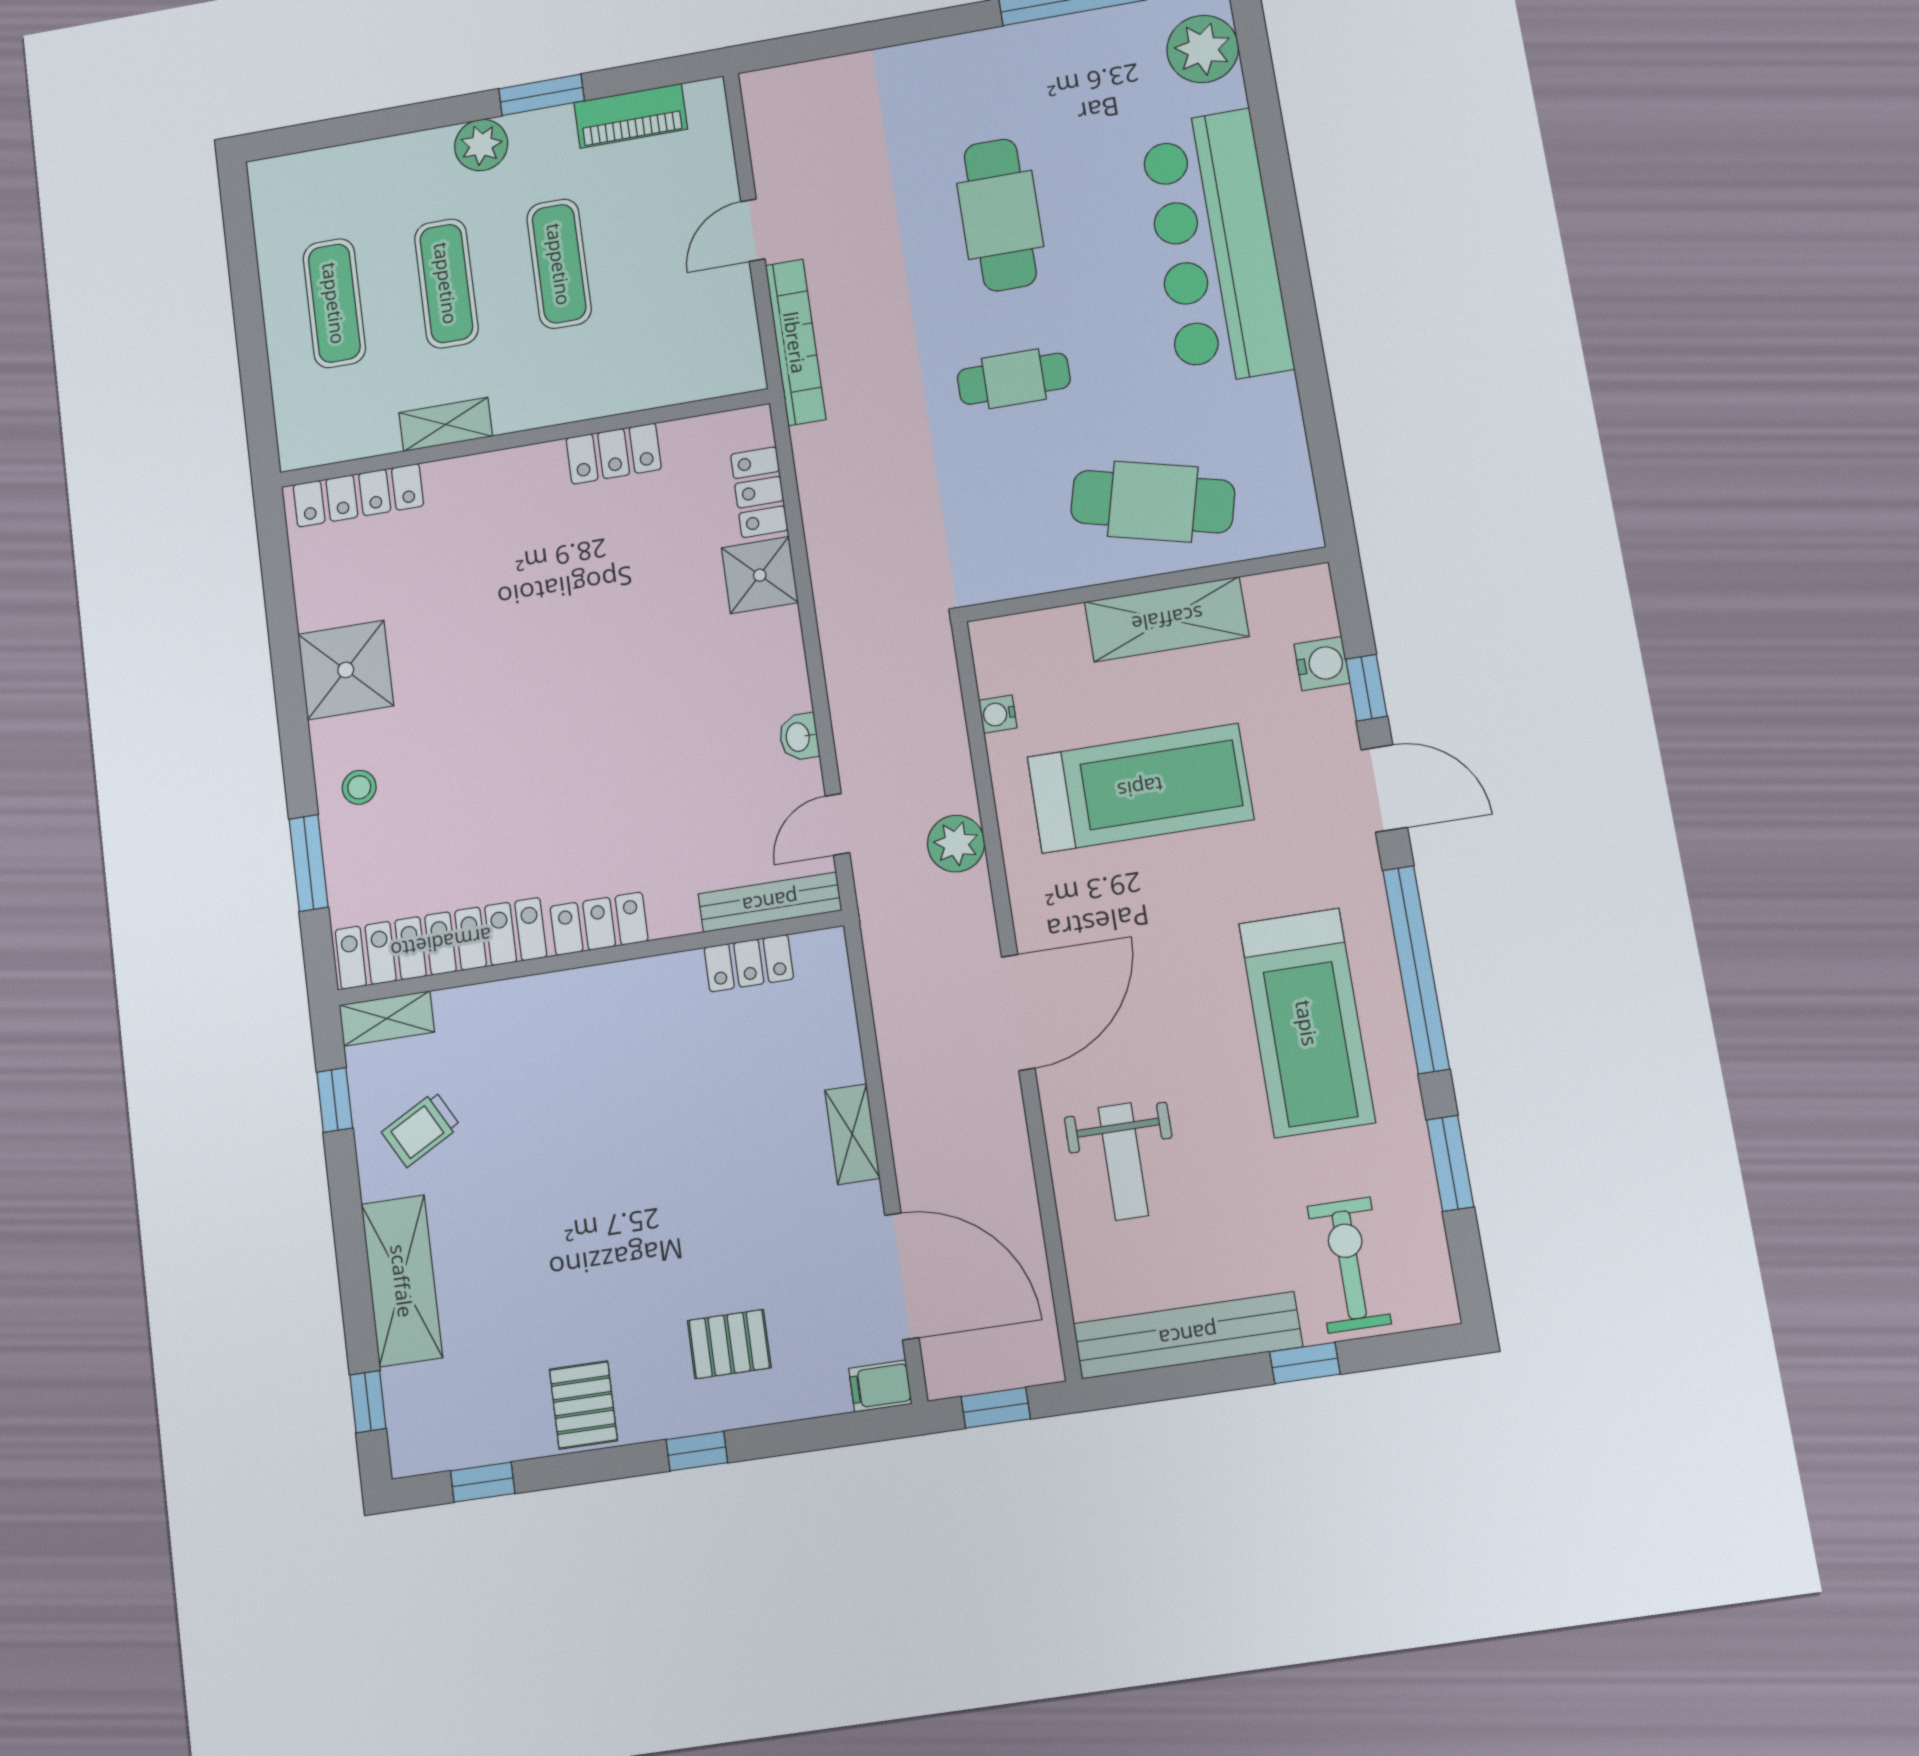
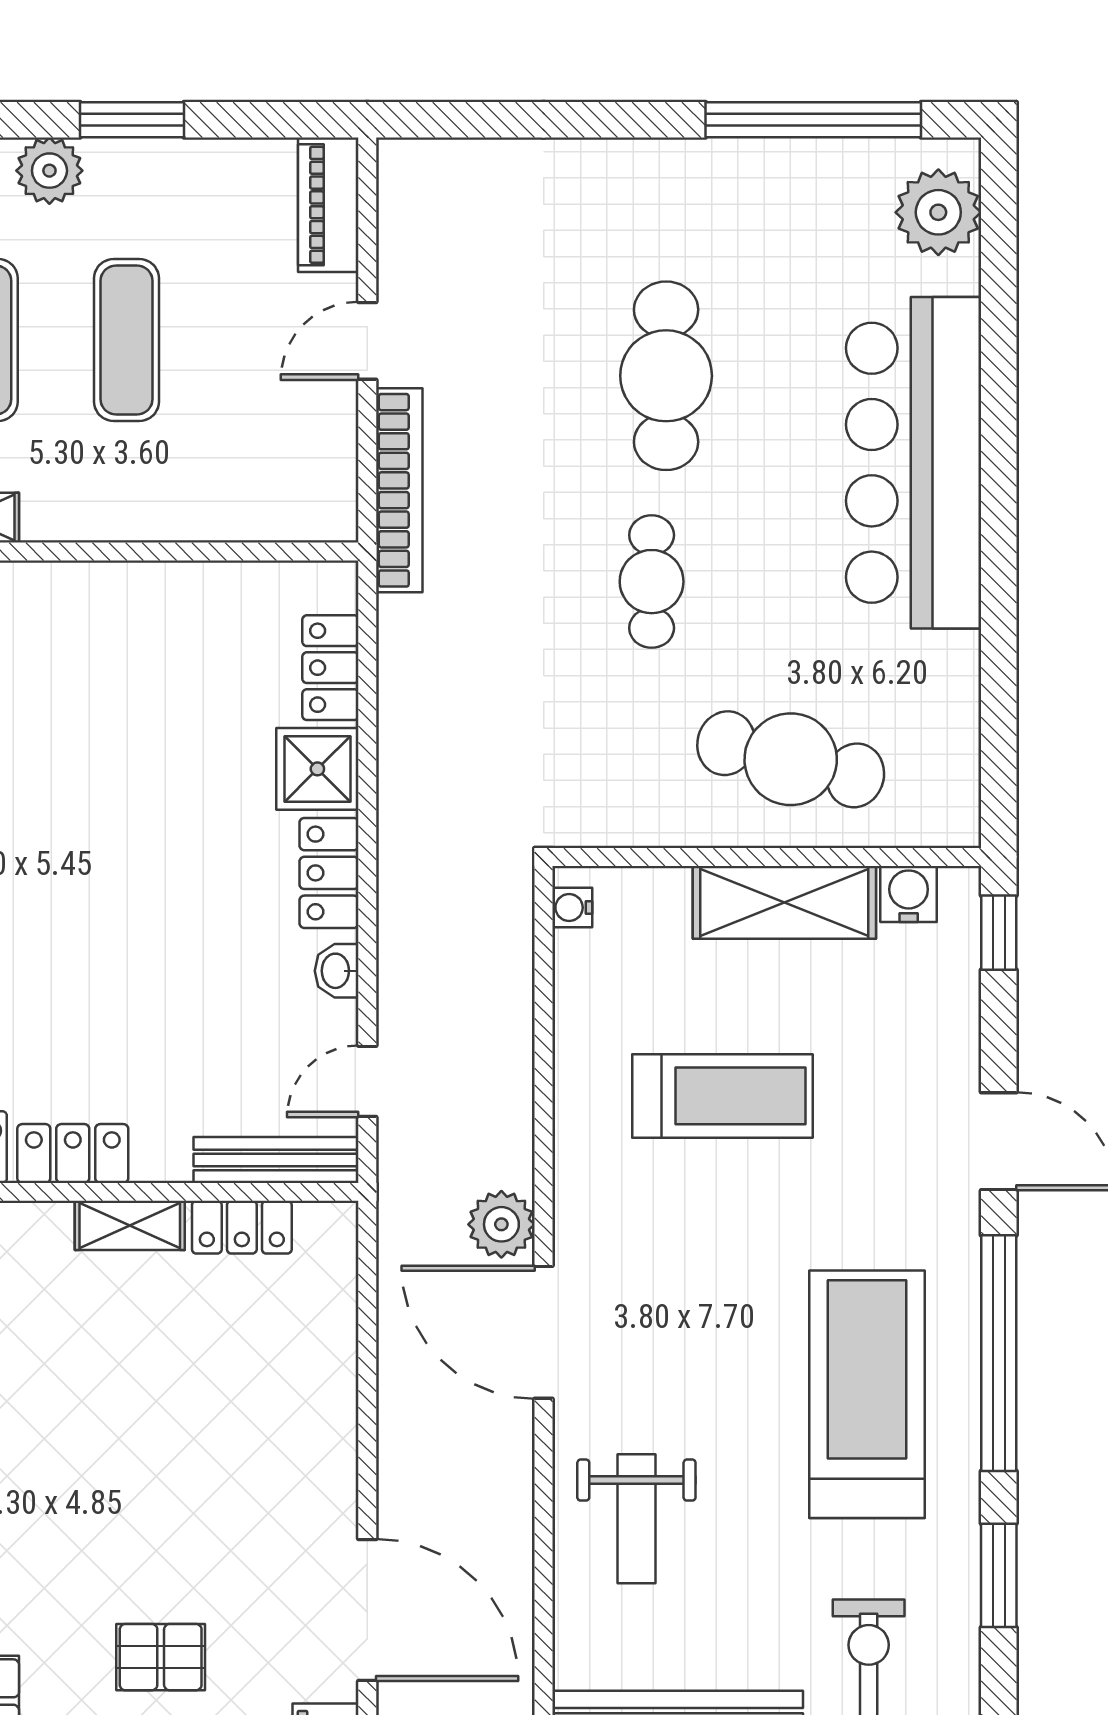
piano: (631, 116) -> (328, 205), moved, turned 90
cafe table: (1014, 379) -> (652, 582), turned 90
locker: (614, 454) -> (329, 873), moved, turned 90
water cooler: (1322, 664) -> (909, 894), moved, turned -90
window: (1366, 688) -> (999, 933), moved
water cooler: (998, 714) -> (572, 908), moved
treadmill: (1140, 788) -> (723, 1096), width x0.73, depth x0.73
plant: (956, 844) -> (501, 1224), moved
door: (1018, 1012) -> (544, 1332), swing flipped
treadmill: (1307, 1023) -> (867, 1394), turned 180
shelving: (852, 1134) -> (130, 1225), moved, turned 90

